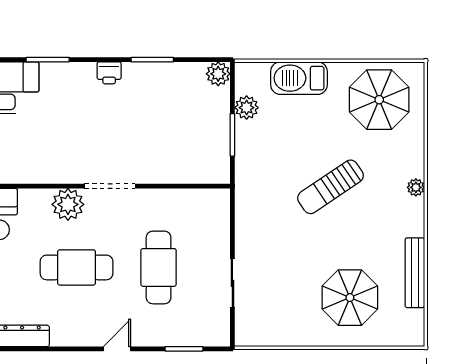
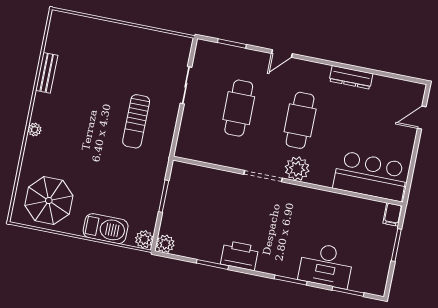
printer: (109, 73) -> (240, 255), width x1.87, depth x1.48
plant: (247, 108) -> (144, 239), moved
sun lounger: (331, 187) -> (136, 121), moved, turned 124
cafe table: (77, 267) -> (300, 120), turned 90
bench: (415, 273) -> (47, 73), width x0.73
parasol: (350, 298) -> (100, 57), removed

